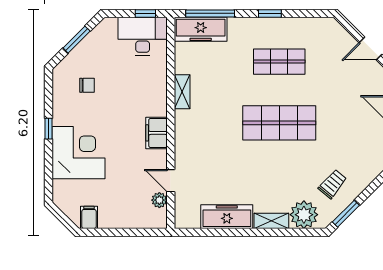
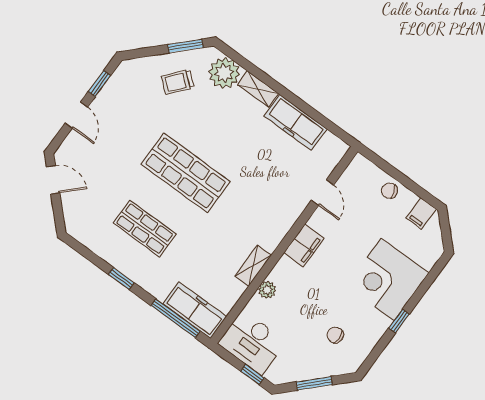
window: (145, 13) -> (252, 374), moved
plant: (159, 200) -> (267, 290), moved
chair: (124, 217) -> (389, 191), added

